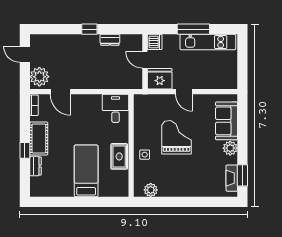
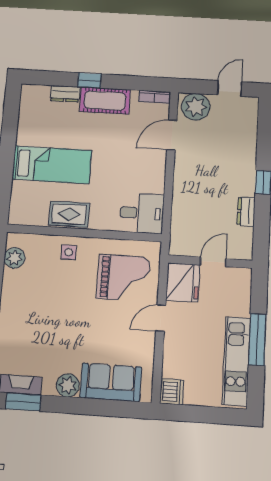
dishwasher: (155, 42) -> (172, 392), moved, turned -90
grand piano: (177, 137) -> (123, 278), moved

